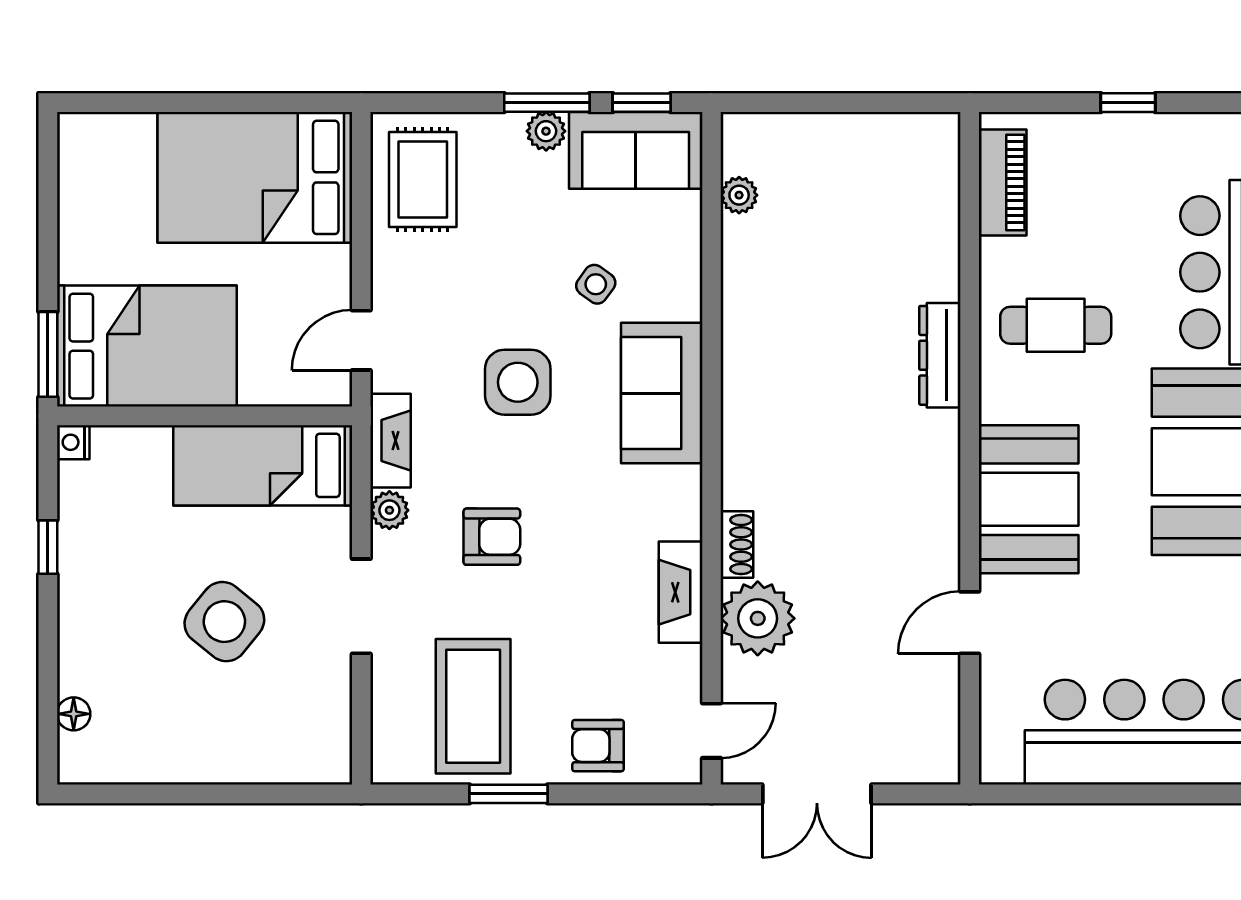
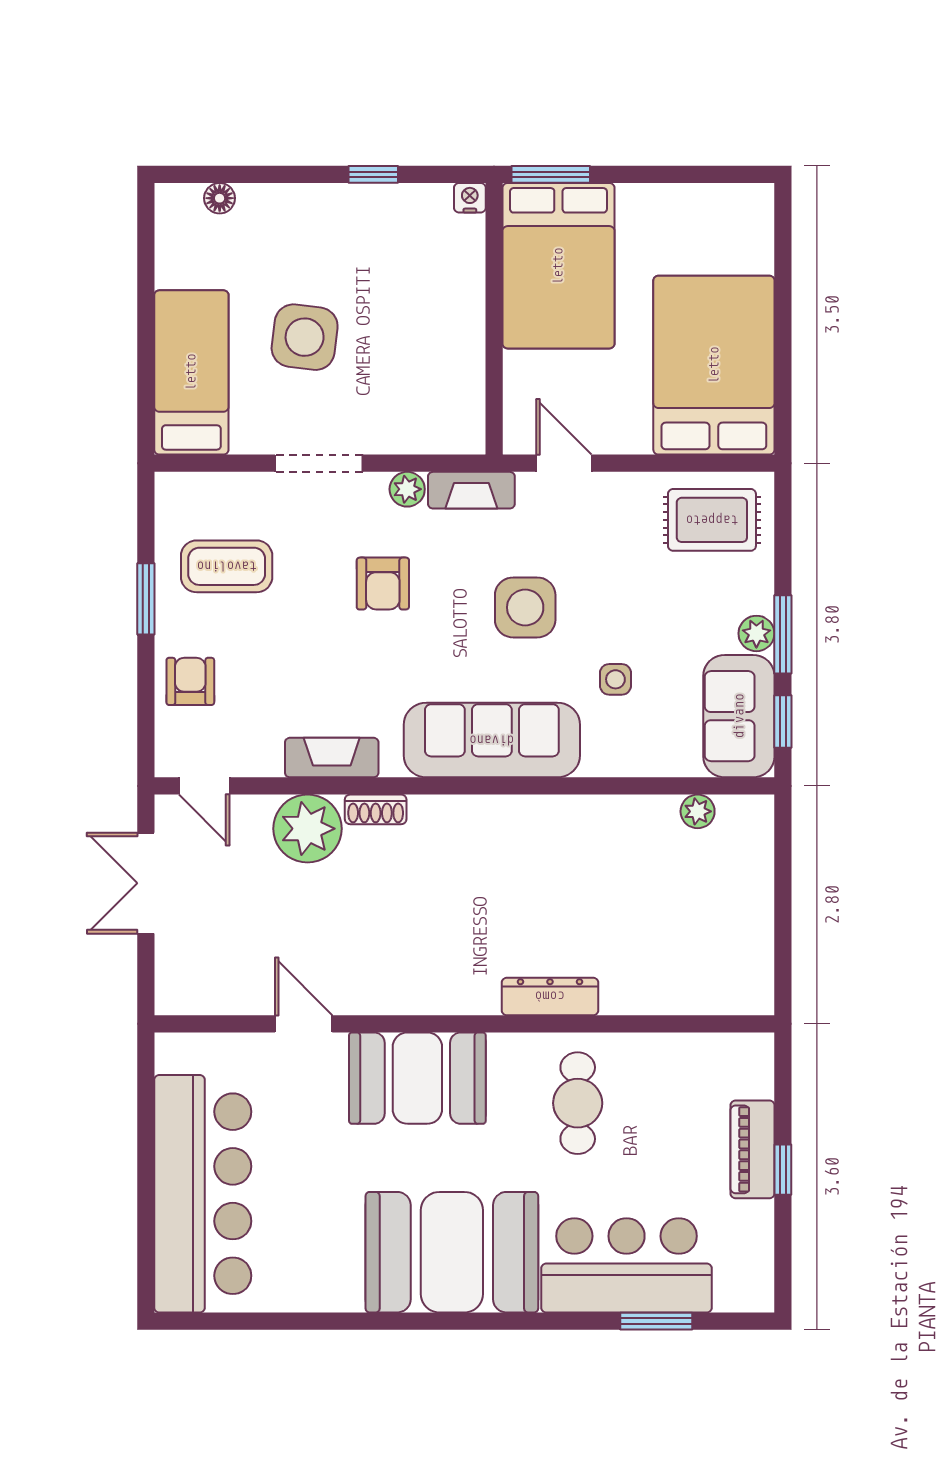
piano: (1003, 182) -> (752, 1149), moved, turned 90
side table: (596, 284) -> (615, 679), turned -36
sofa: (662, 393) -> (492, 740), width x1.36
bed: (263, 465) -> (191, 372), moved
side table: (224, 622) -> (305, 337), turned -32
coffee table: (473, 706) -> (227, 566), width x0.73, depth x0.76

